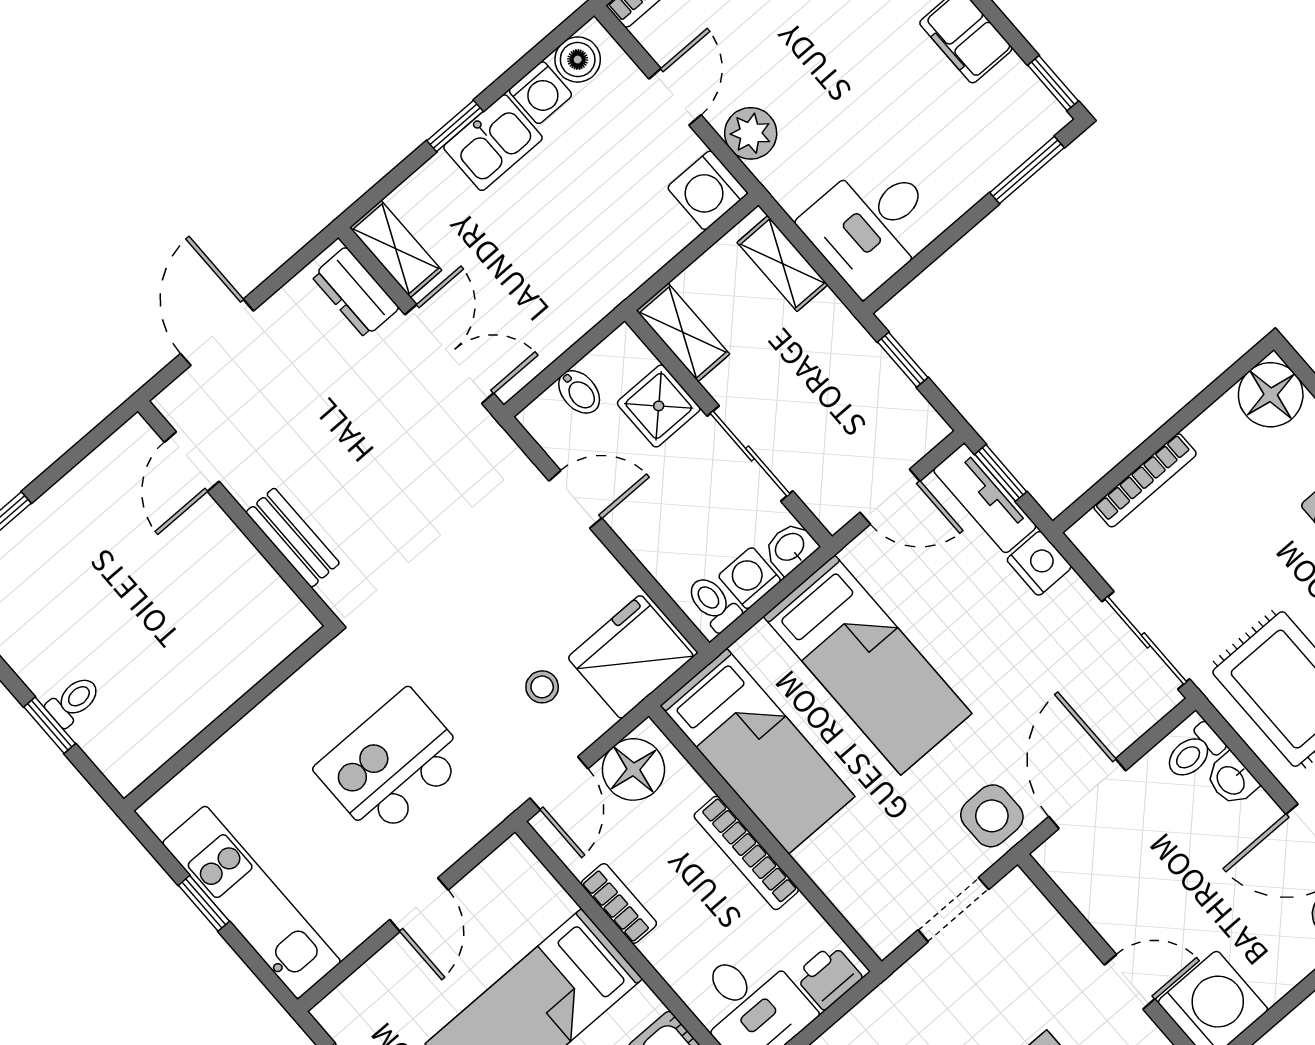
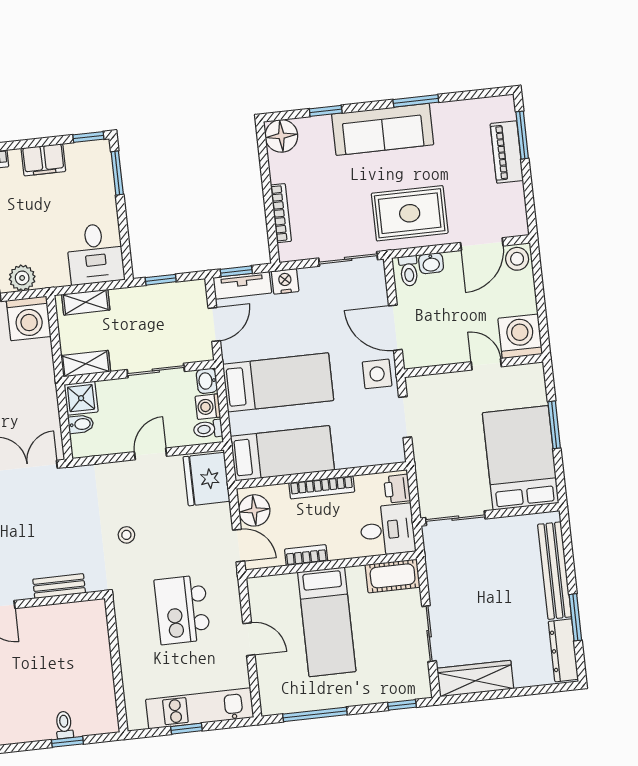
washing machine: (708, 190) -> (29, 318), width x1.37, depth x1.37
shower: (659, 406) -> (81, 398), moved
door: (575, 499) -> (151, 454), moved
stool: (542, 687) -> (126, 535), moved
door: (1130, 982) -> (486, 364), hinge flipped

